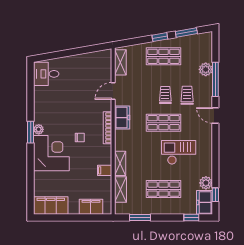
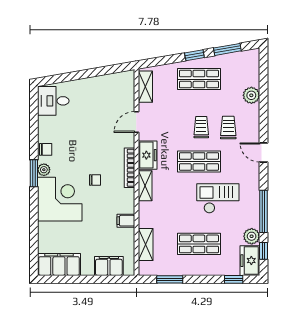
window: (215, 79) -> (263, 211), moved
chair: (40, 113) -> (46, 149), added
shelving: (120, 163) -> (145, 186), moved

